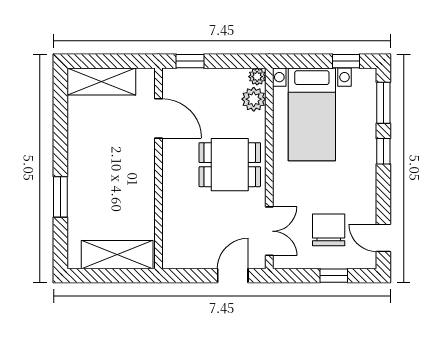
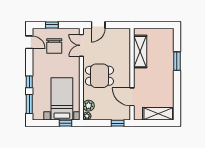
window: (346, 61) -> (65, 123), moved
shelving: (117, 255) -> (140, 52), moved, turned 90

